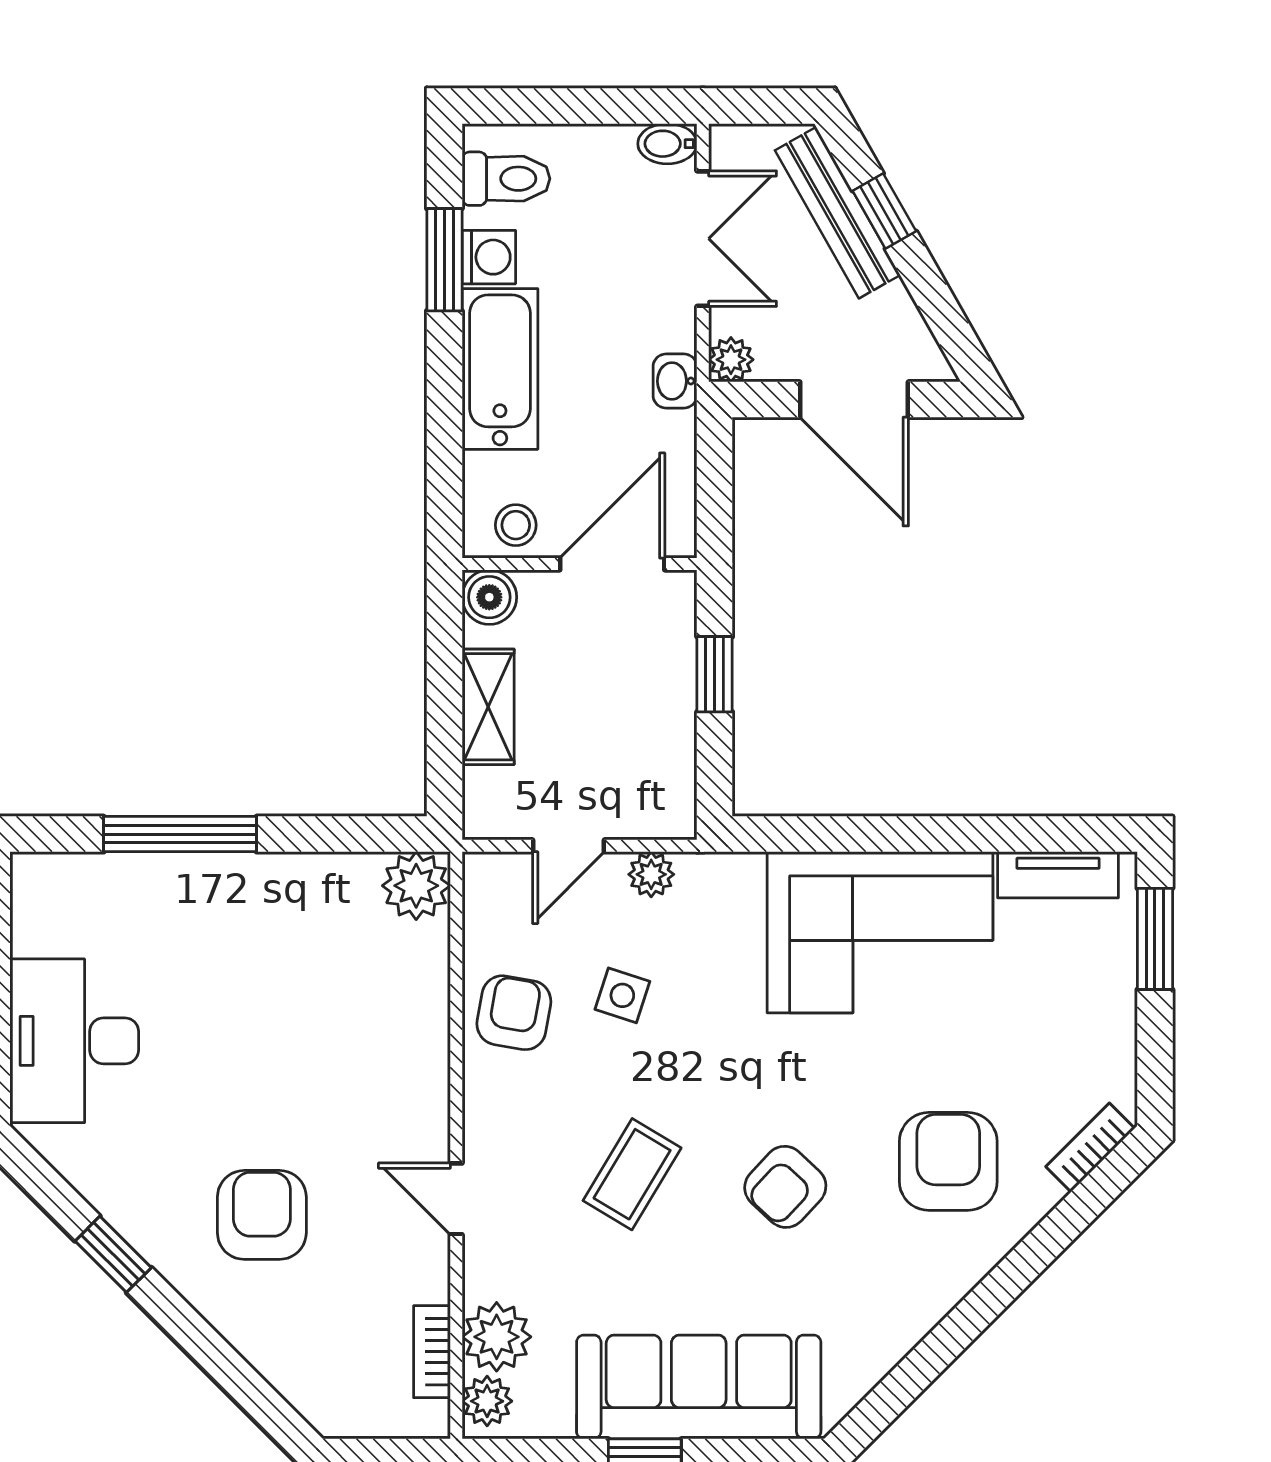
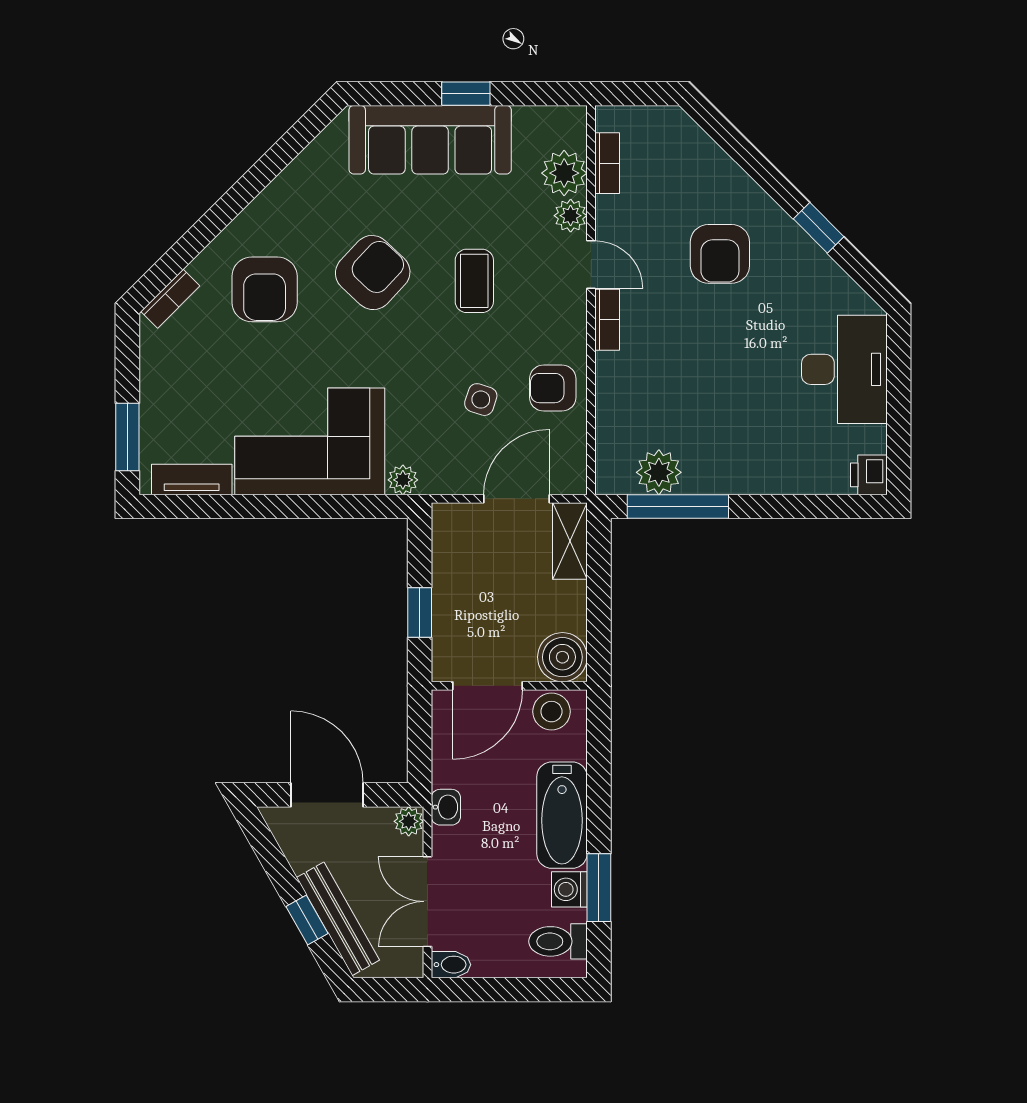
stool: (516, 525) -> (551, 712), width x1.37, depth x1.37
boiler: (489, 597) -> (562, 657), width x1.36, depth x1.36
shelving: (488, 707) -> (570, 541), moved
window: (180, 834) -> (678, 507), moved
door: (569, 846) -> (516, 499), width x1.38
plant: (651, 874) -> (403, 480), moved
printer: (37, 882) -> (869, 475), added
plant: (416, 886) -> (659, 472), moved
armchair: (514, 1013) -> (553, 388), turned 80
bookcase: (432, 1116) -> (607, 320), added
coffee table: (632, 1174) -> (474, 281), turned -31
armchair: (785, 1187) -> (373, 273), width x1.38, depth x1.38
plant: (487, 1401) -> (571, 216), moved

